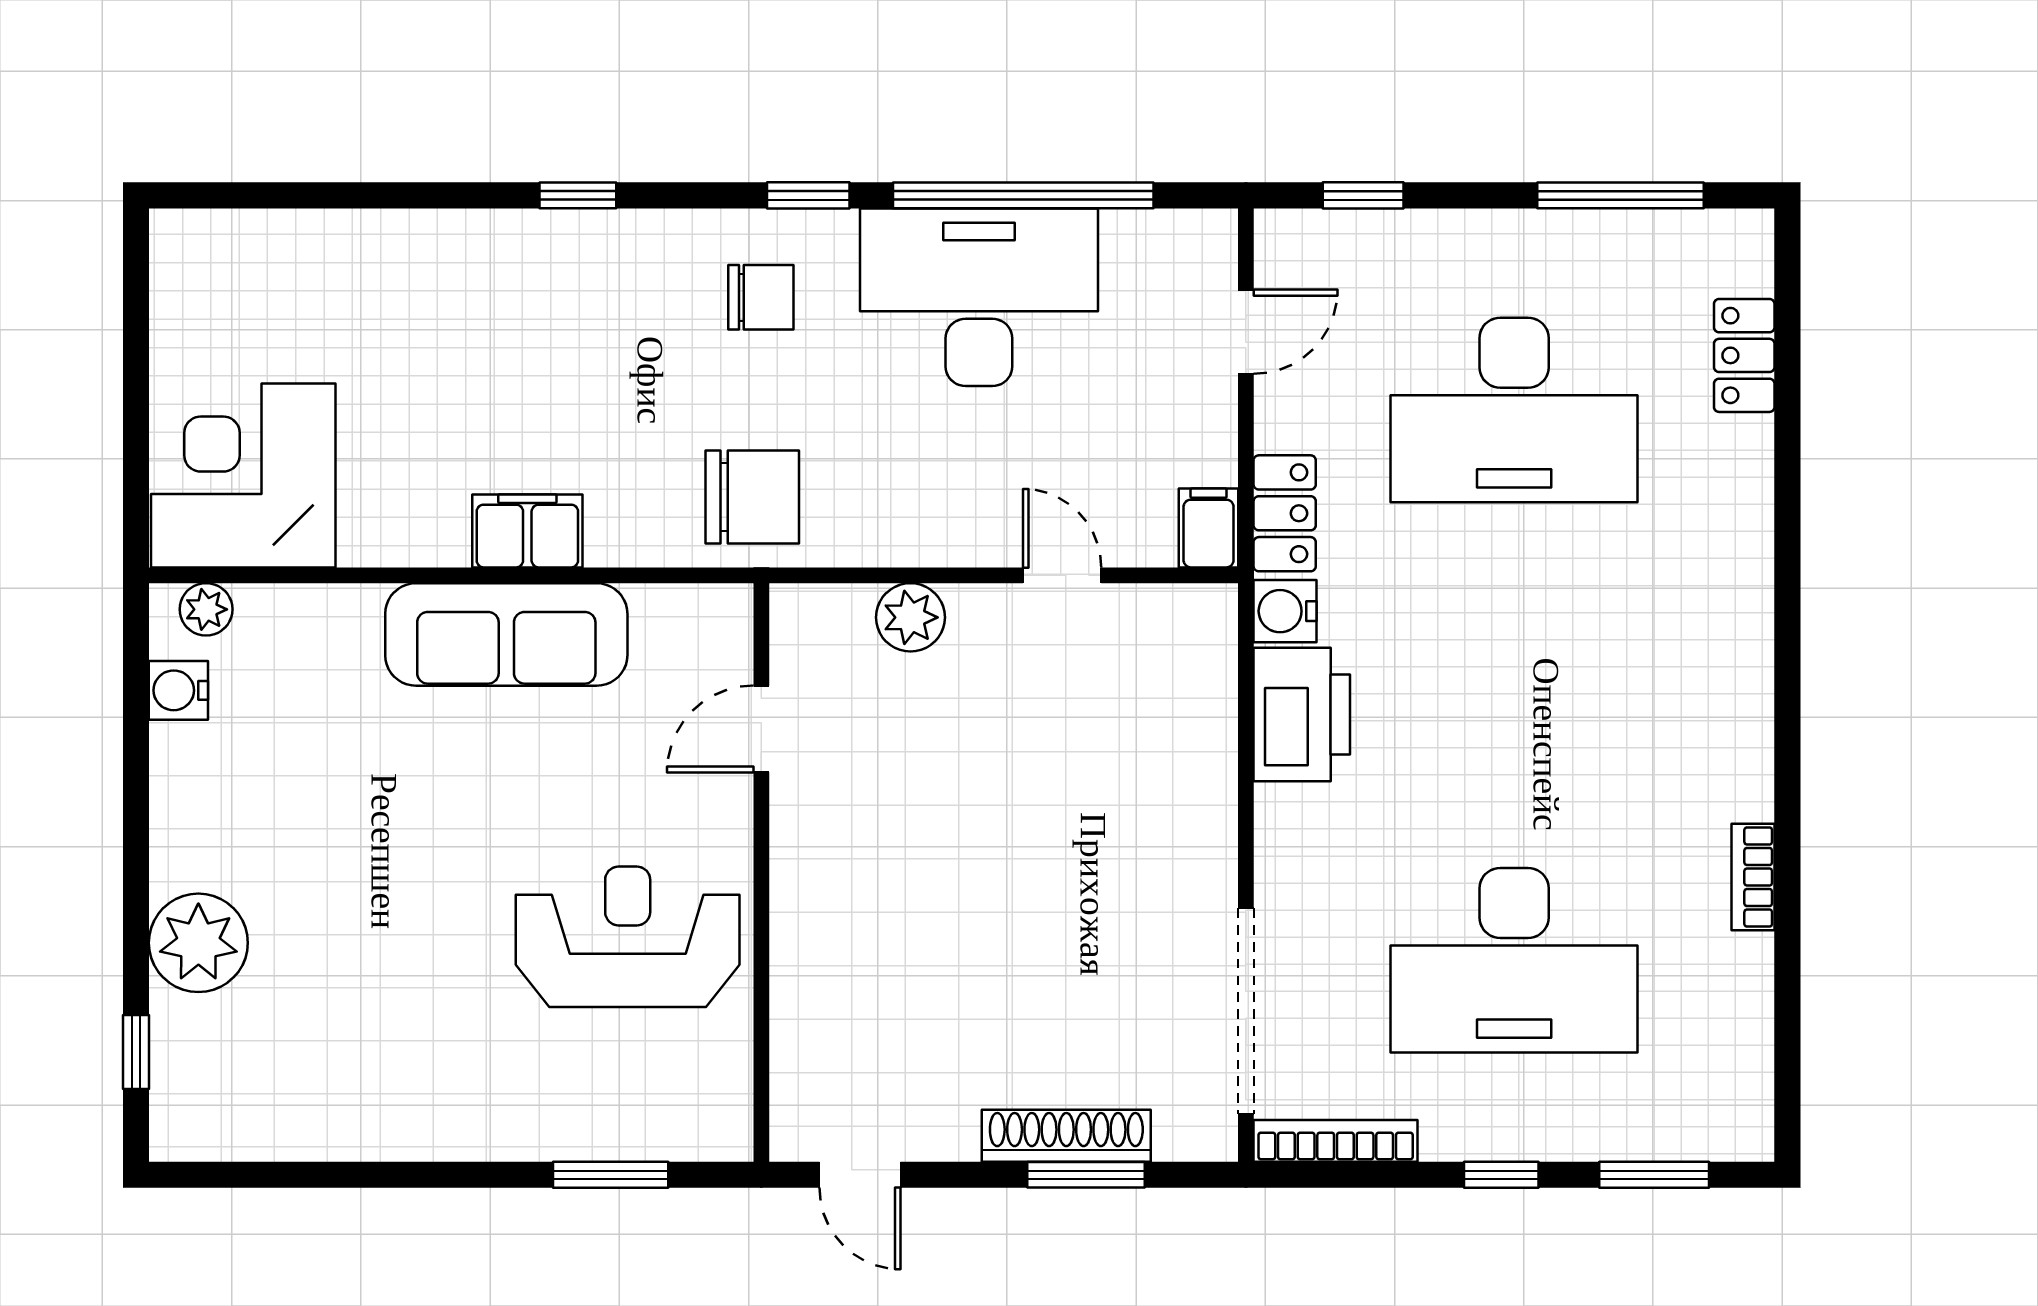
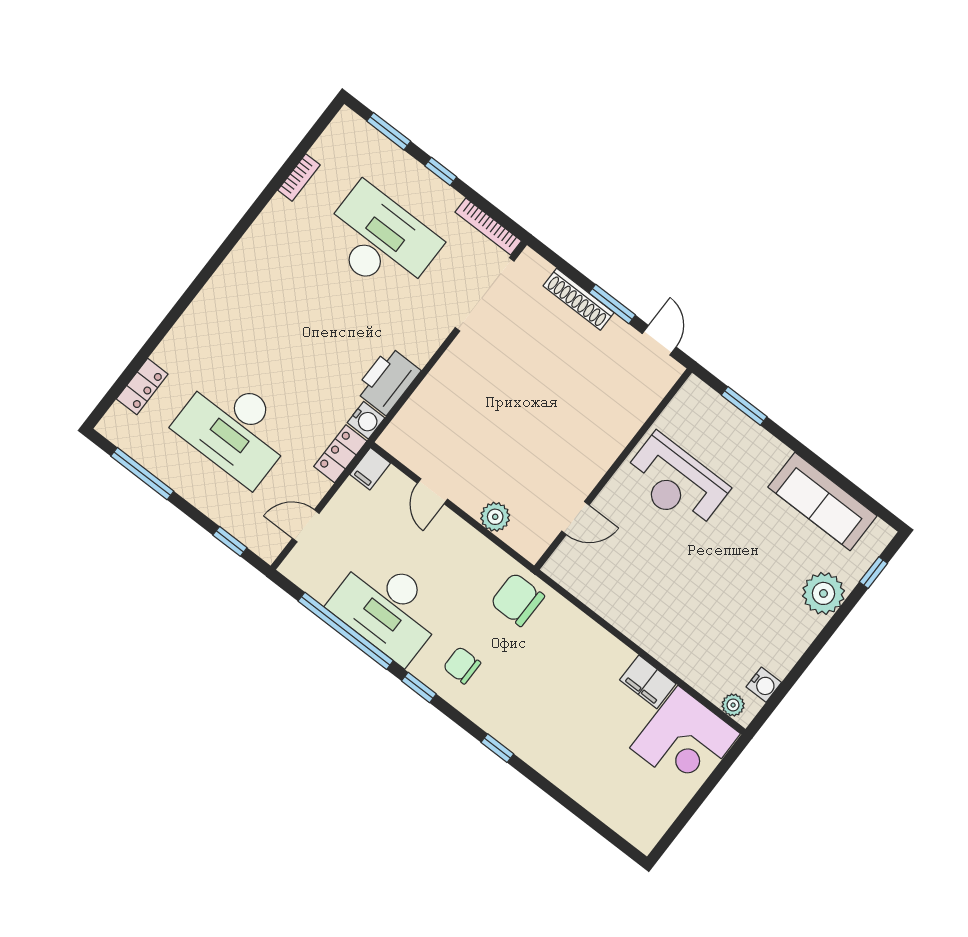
desk: (1514, 410) -> (235, 429), turned 180
filing cabinet: (527, 531) -> (648, 682), moved
sofa: (506, 634) -> (822, 501), moved, turned 180
bookcase: (1753, 877) -> (299, 178), moved
window: (1086, 1175) -> (612, 304), moved

